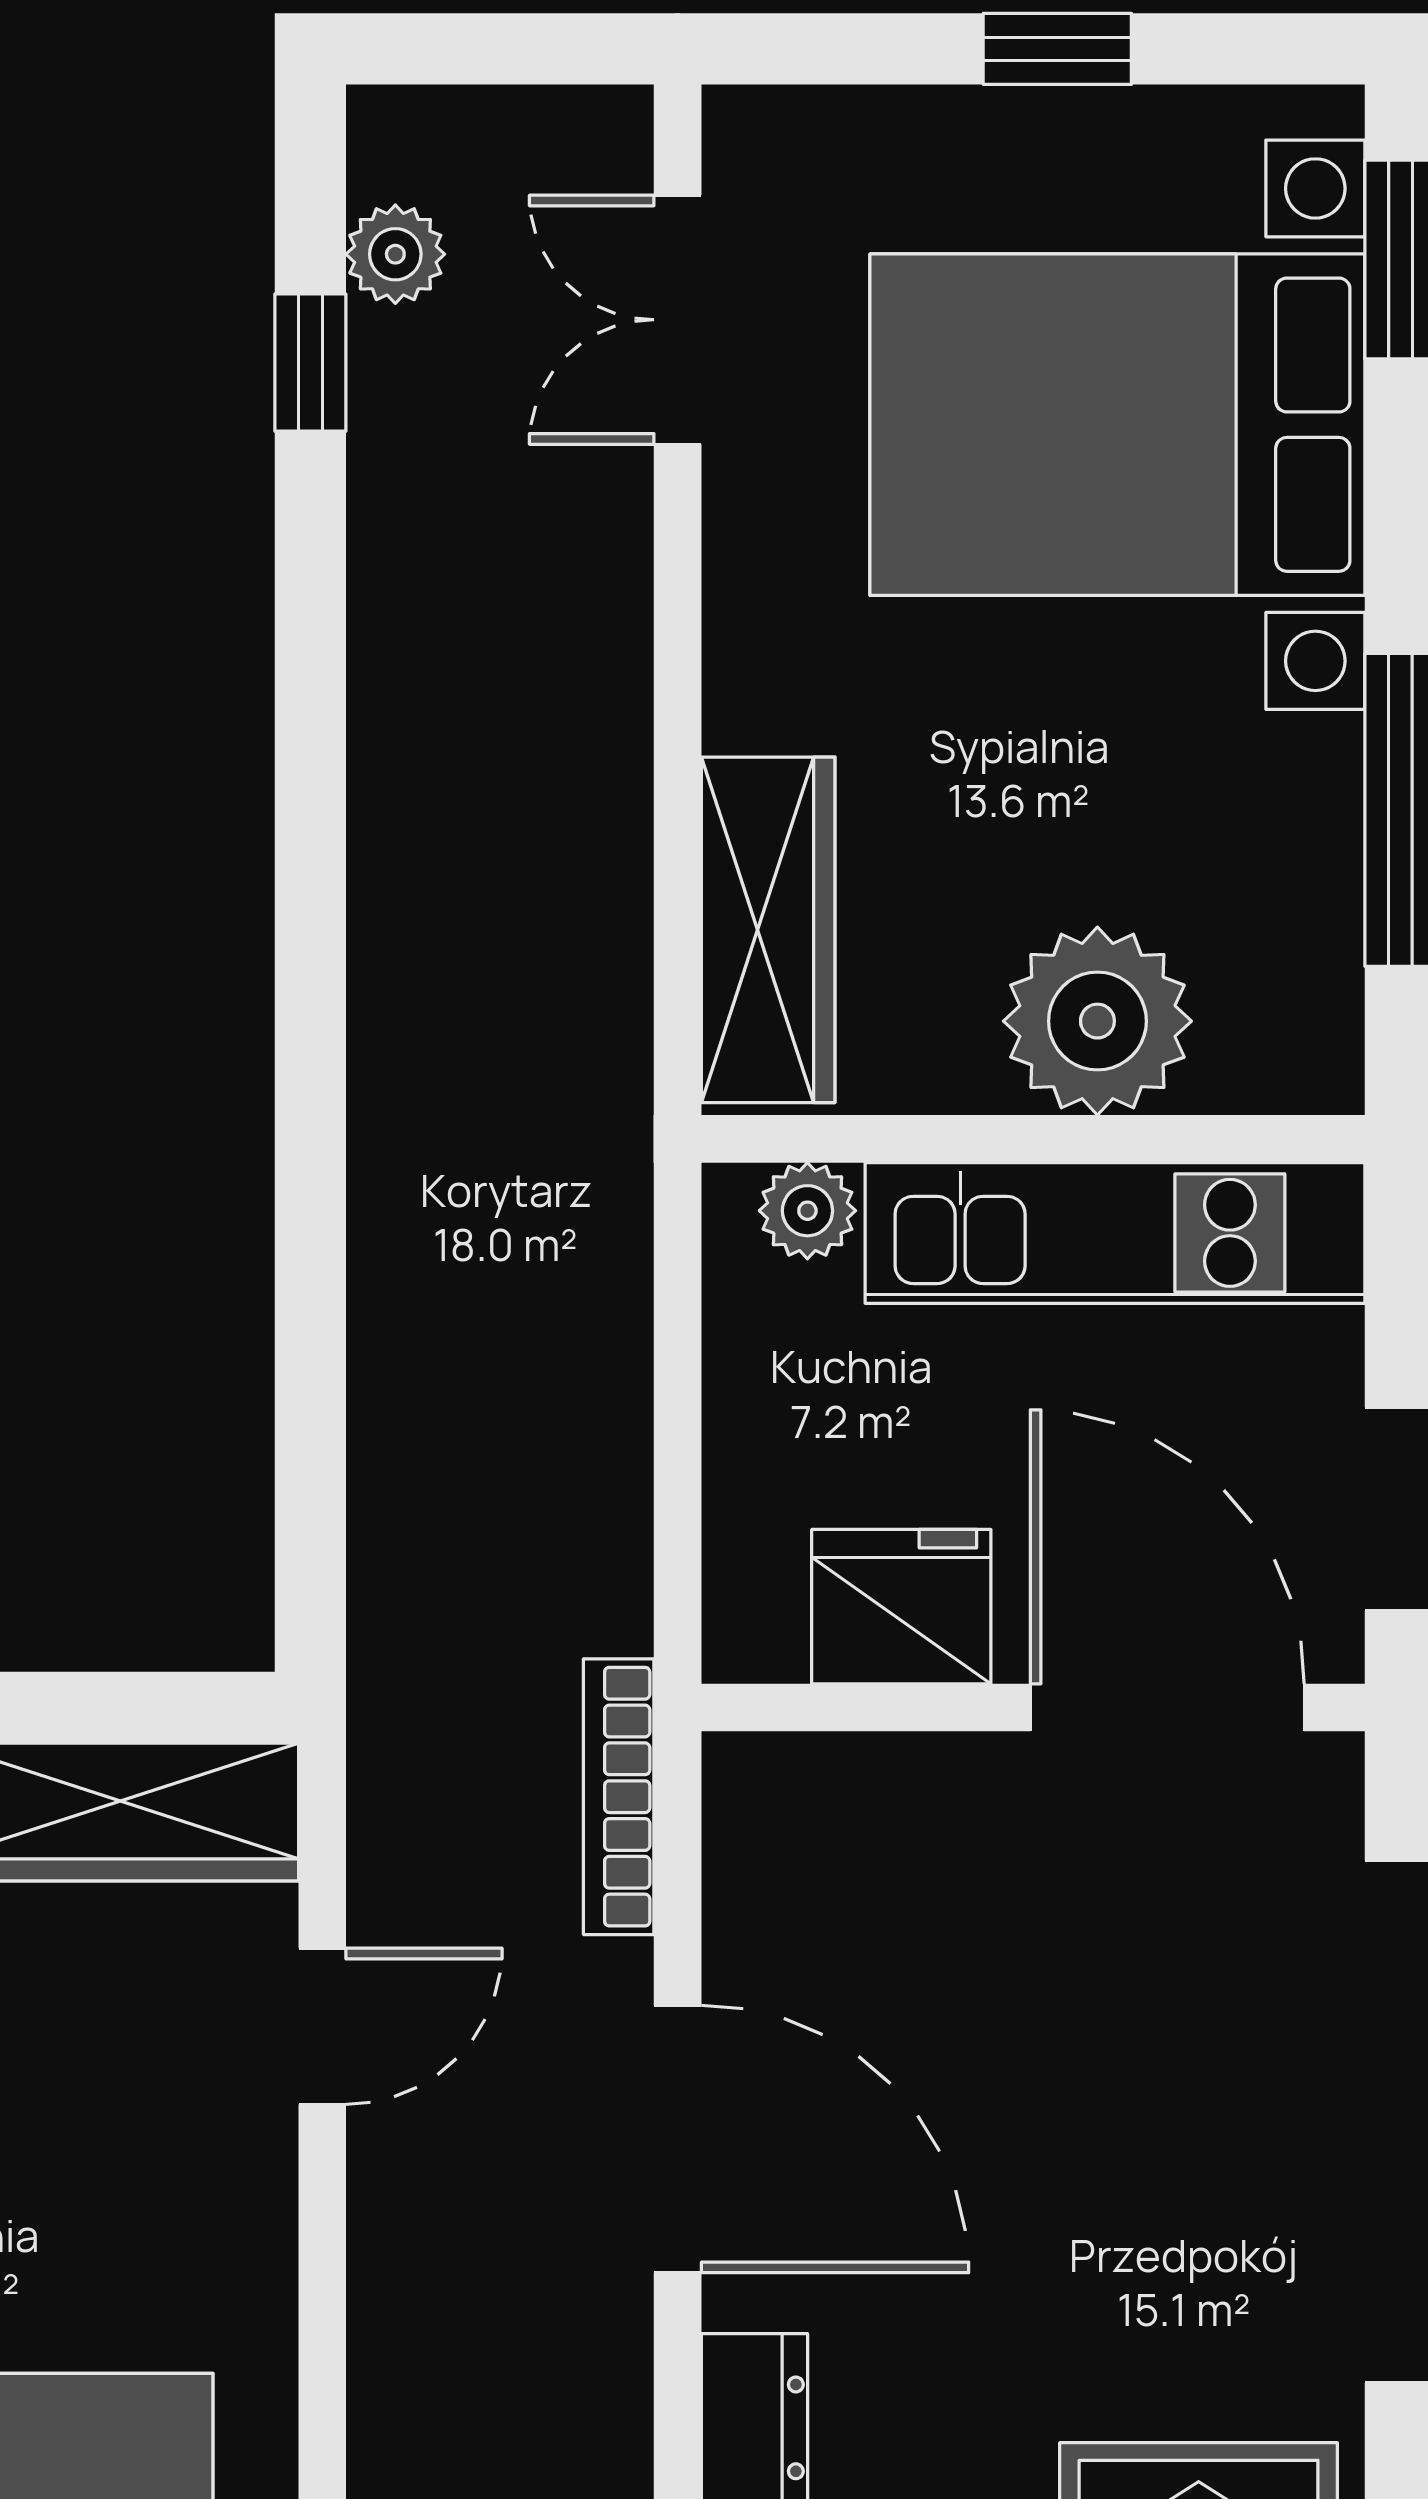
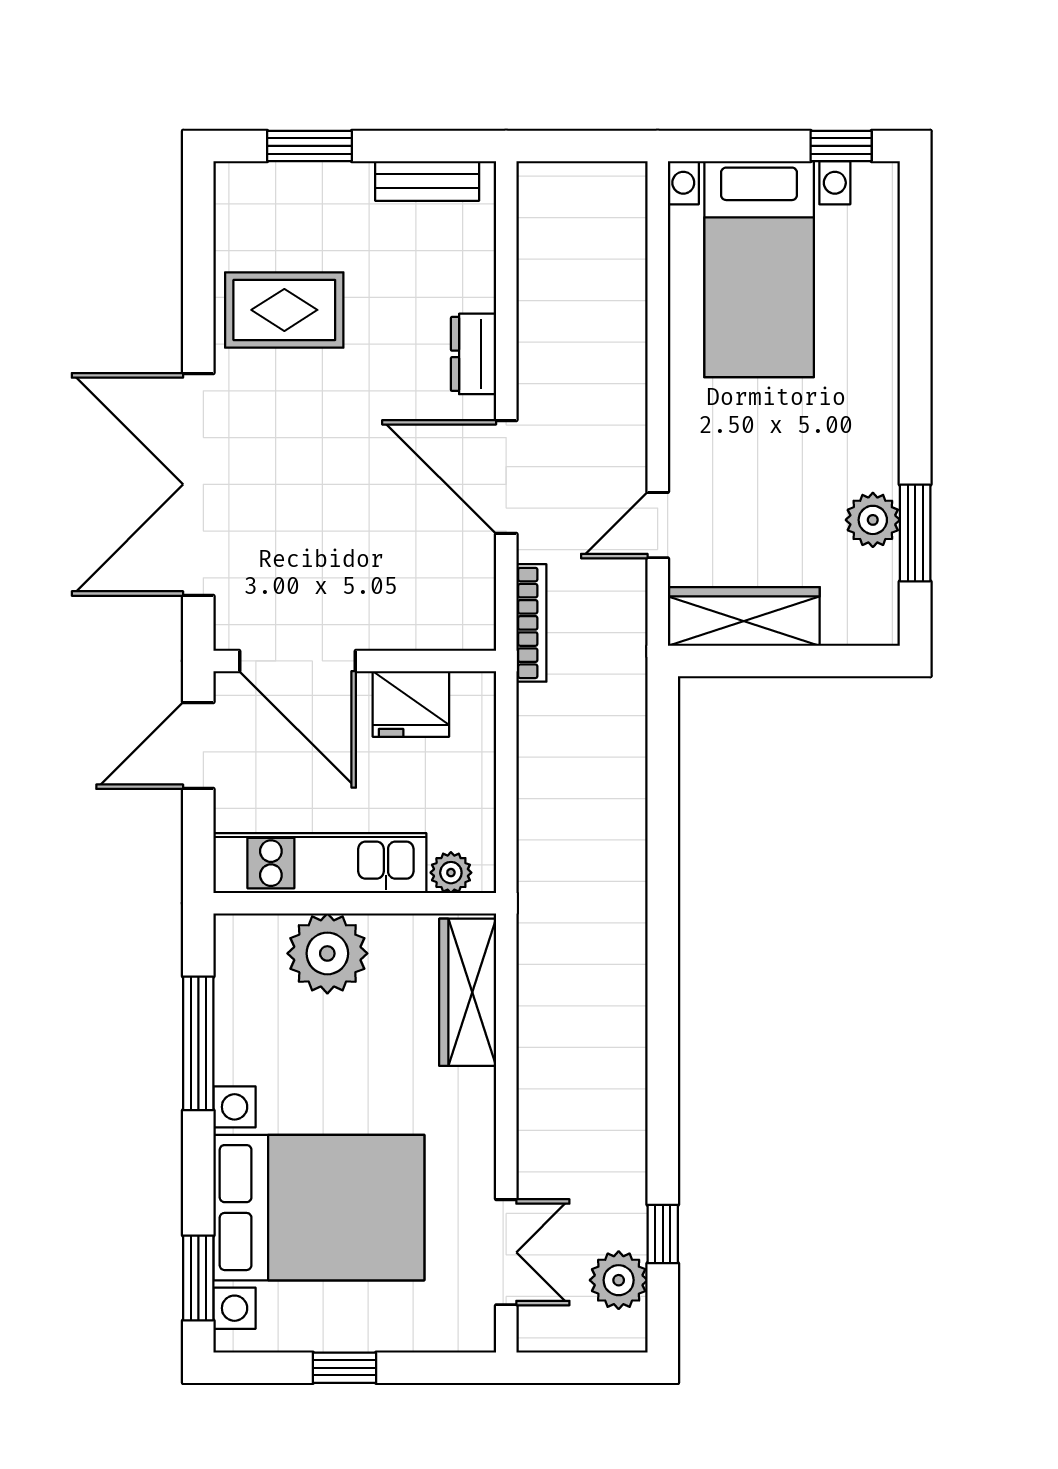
plant: (395, 254) -> (619, 1280), width x1.38, depth x1.38

